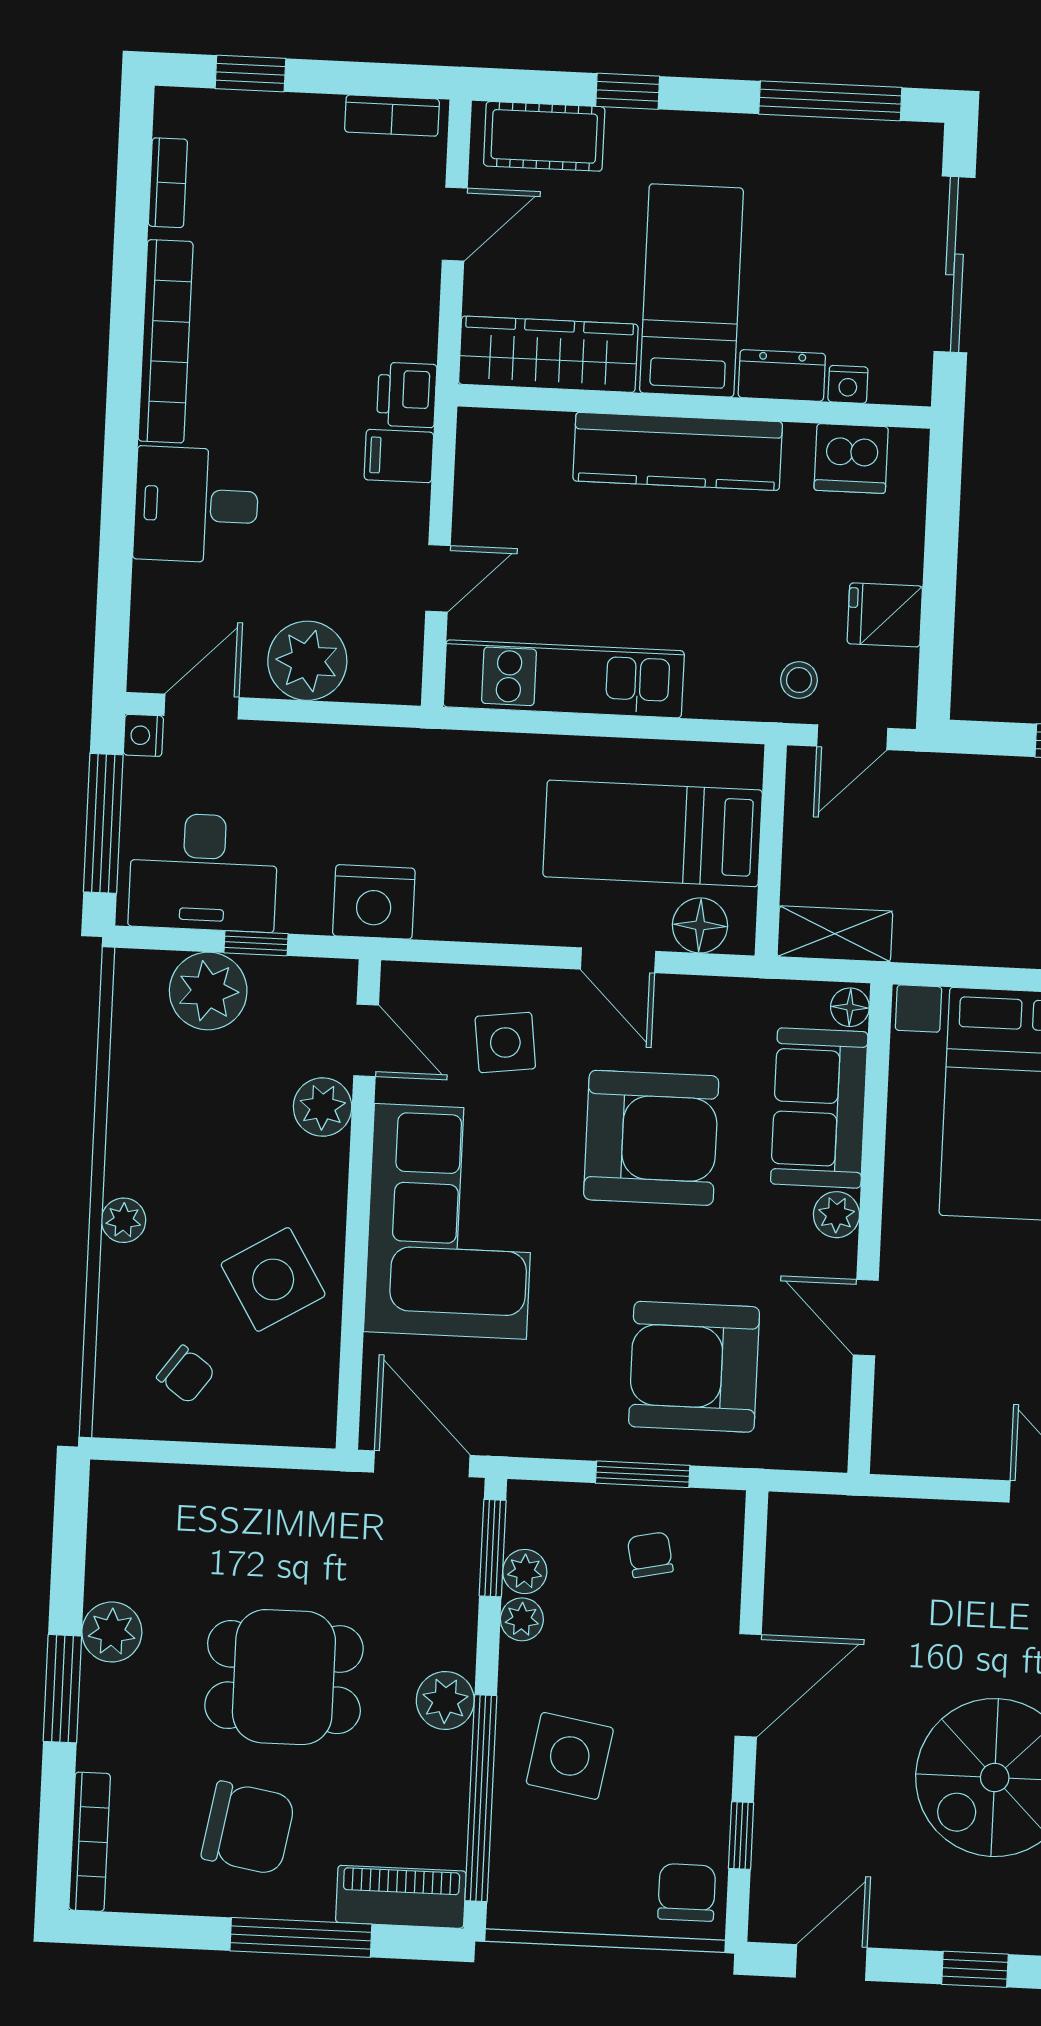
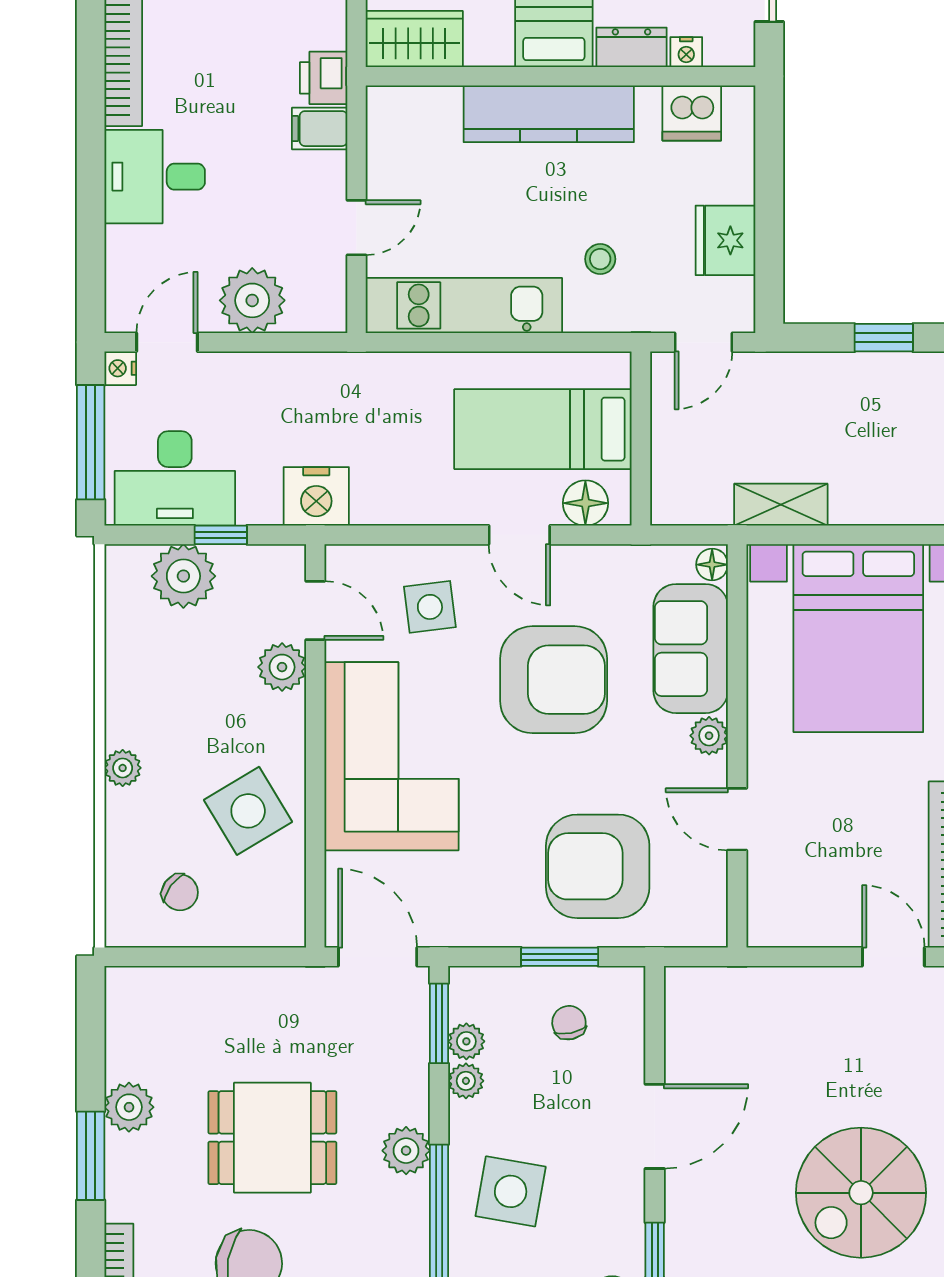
wardrobe: (548, 354) -> (414, 39), width x0.67
fridge: (885, 615) -> (726, 240), width x1.38
stool: (799, 680) -> (600, 259), moved
shelving: (835, 934) -> (781, 505), moved

